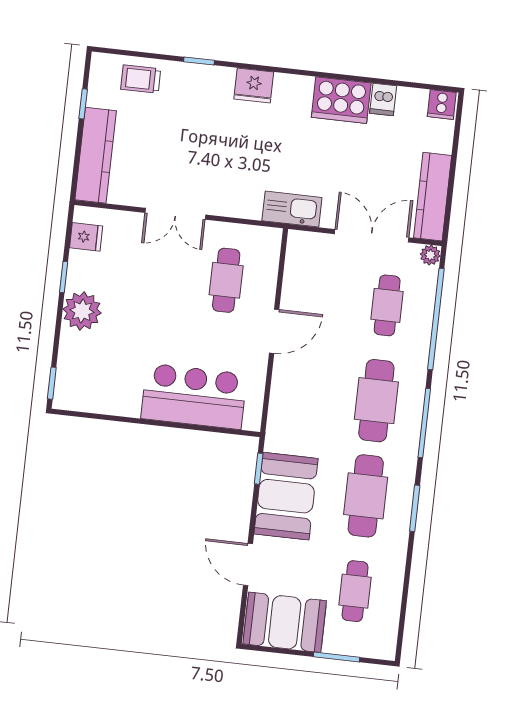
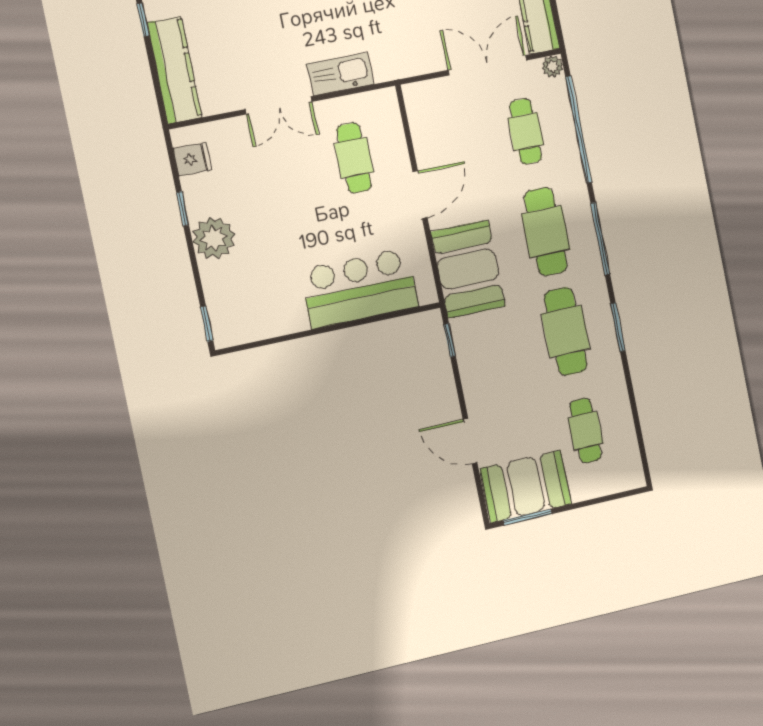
kitchen sink: (292, 209) -> (341, 74), moved
booth: (286, 496) -> (468, 269), moved
window: (337, 657) -> (528, 517), moved

